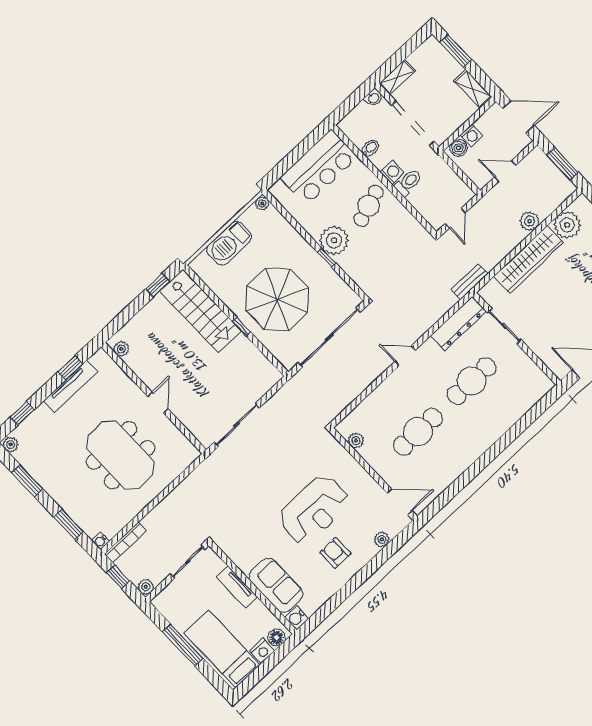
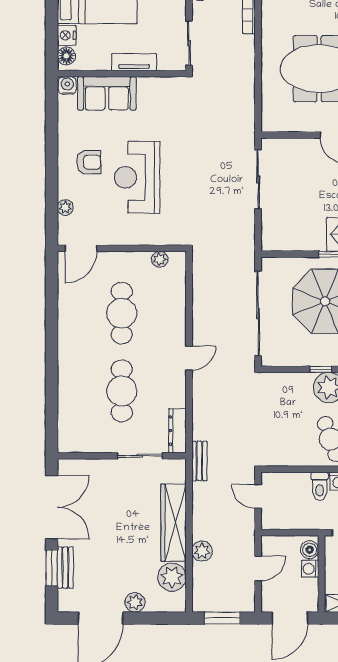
dresser: (458, 324) -> (177, 431), width x0.73, depth x0.80

